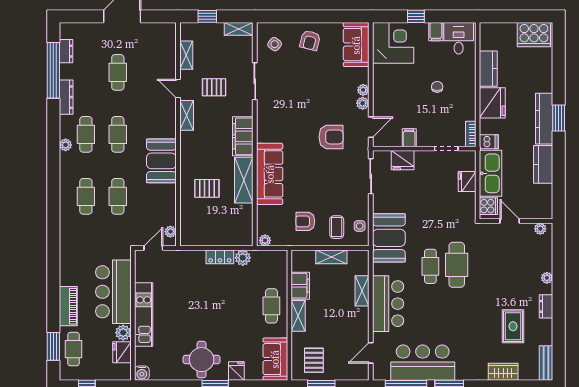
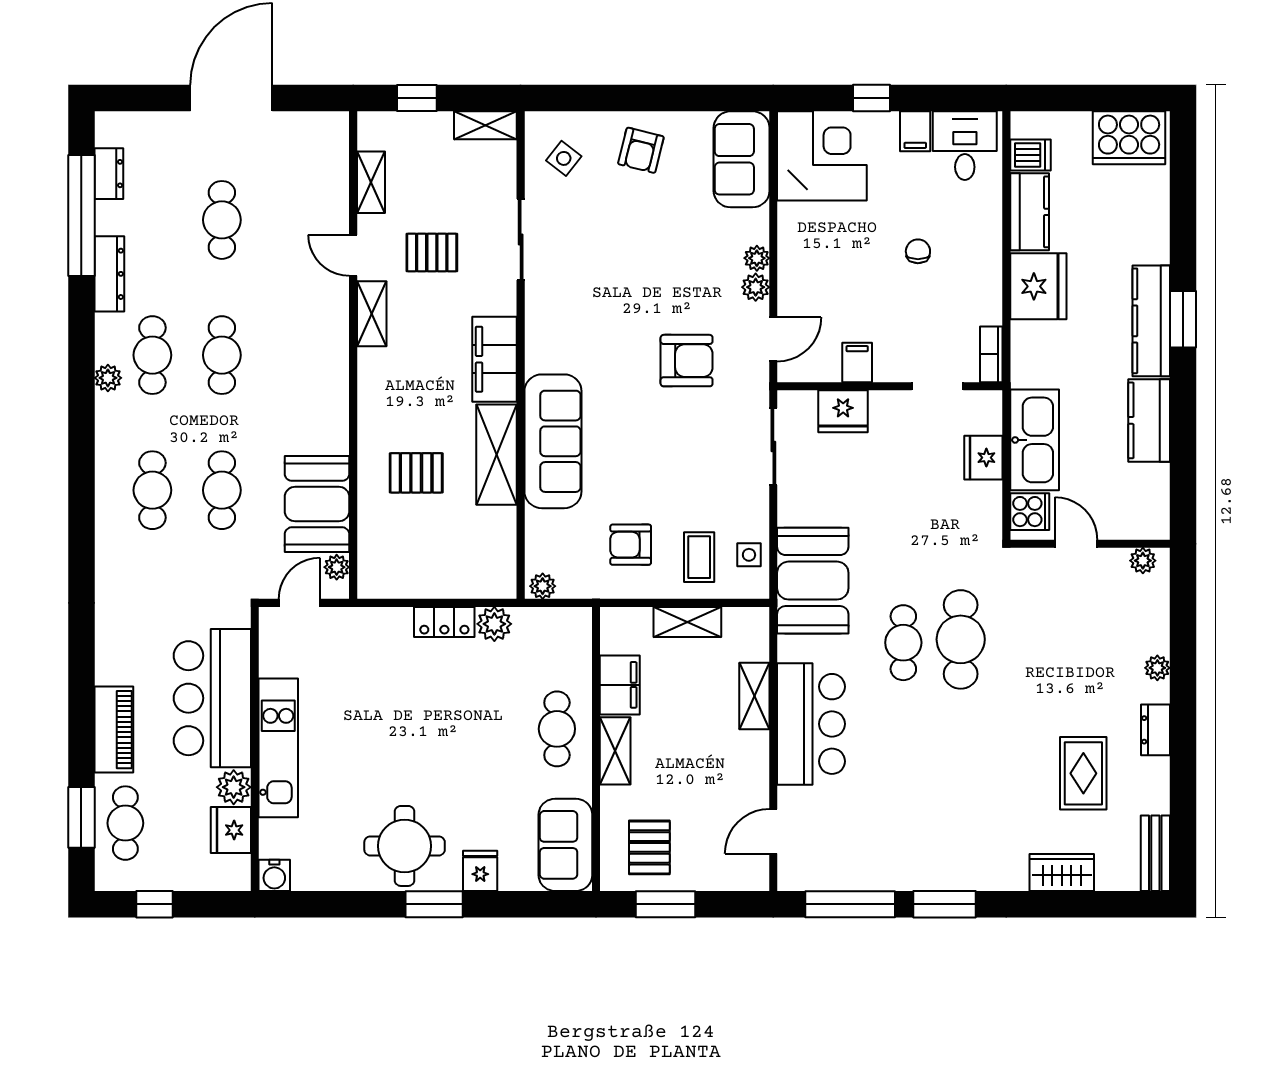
dishwasher: (489, 142) -> (1030, 155), moved
booth: (161, 161) -> (317, 504), moved
bar counter: (423, 363) -> (886, 852), removed

